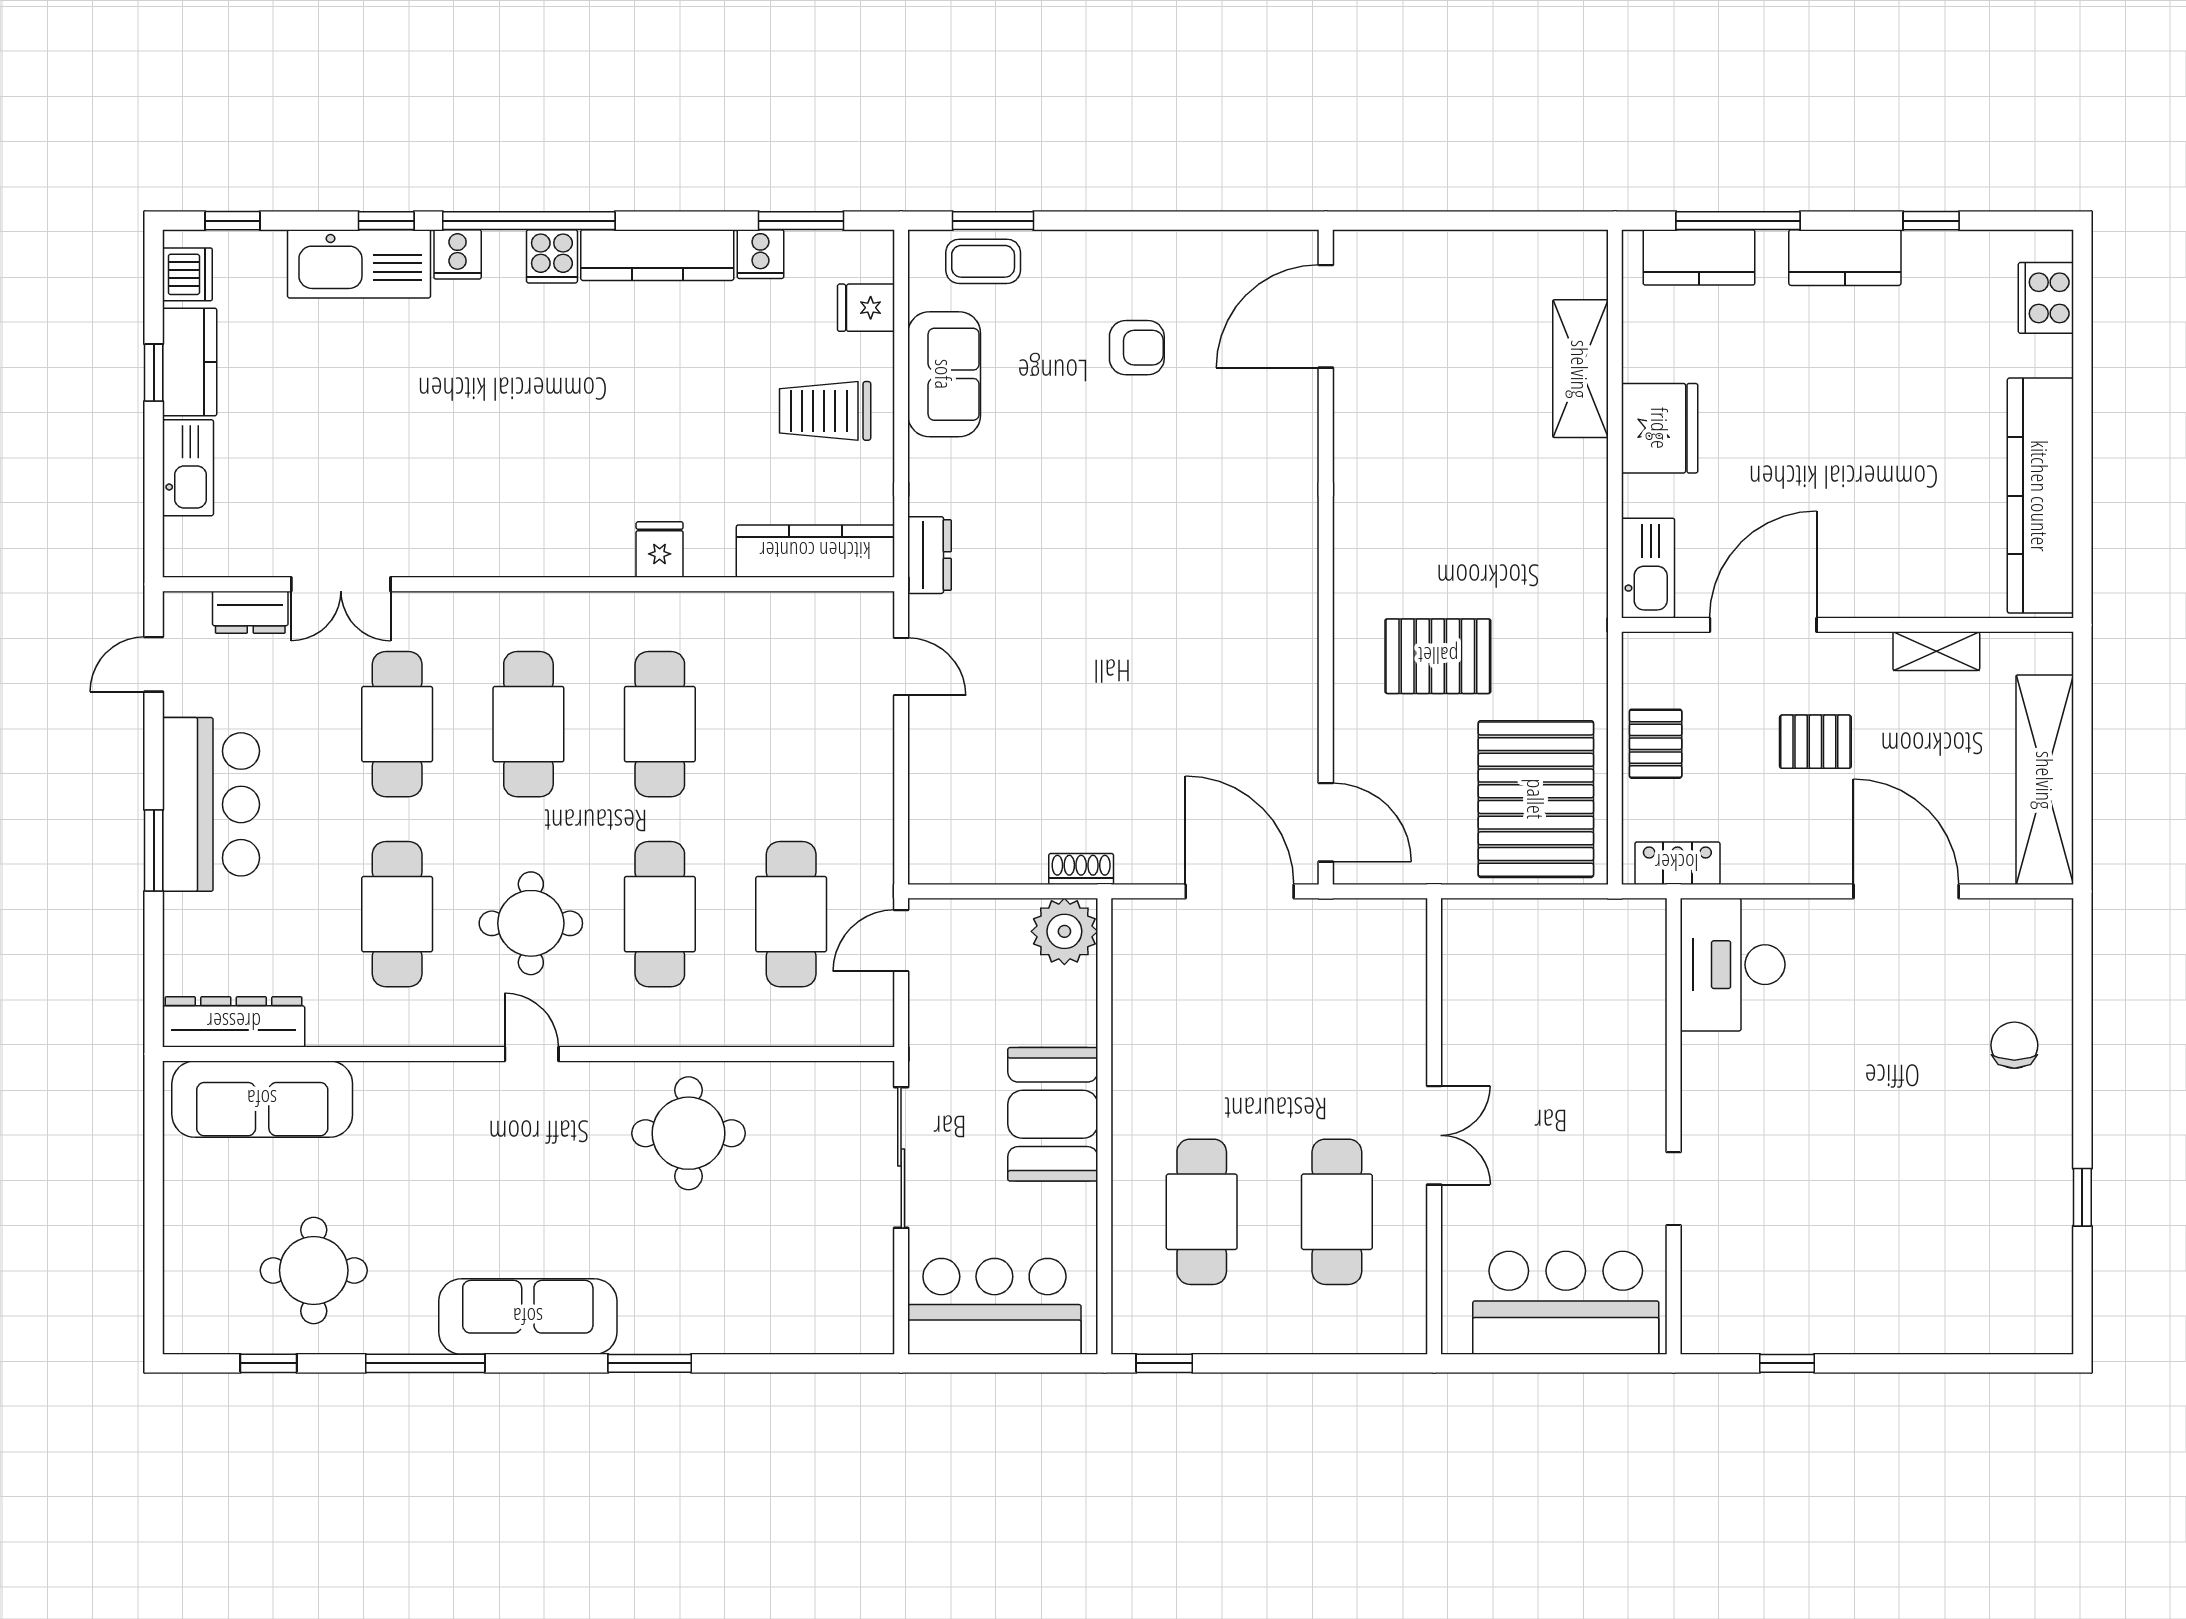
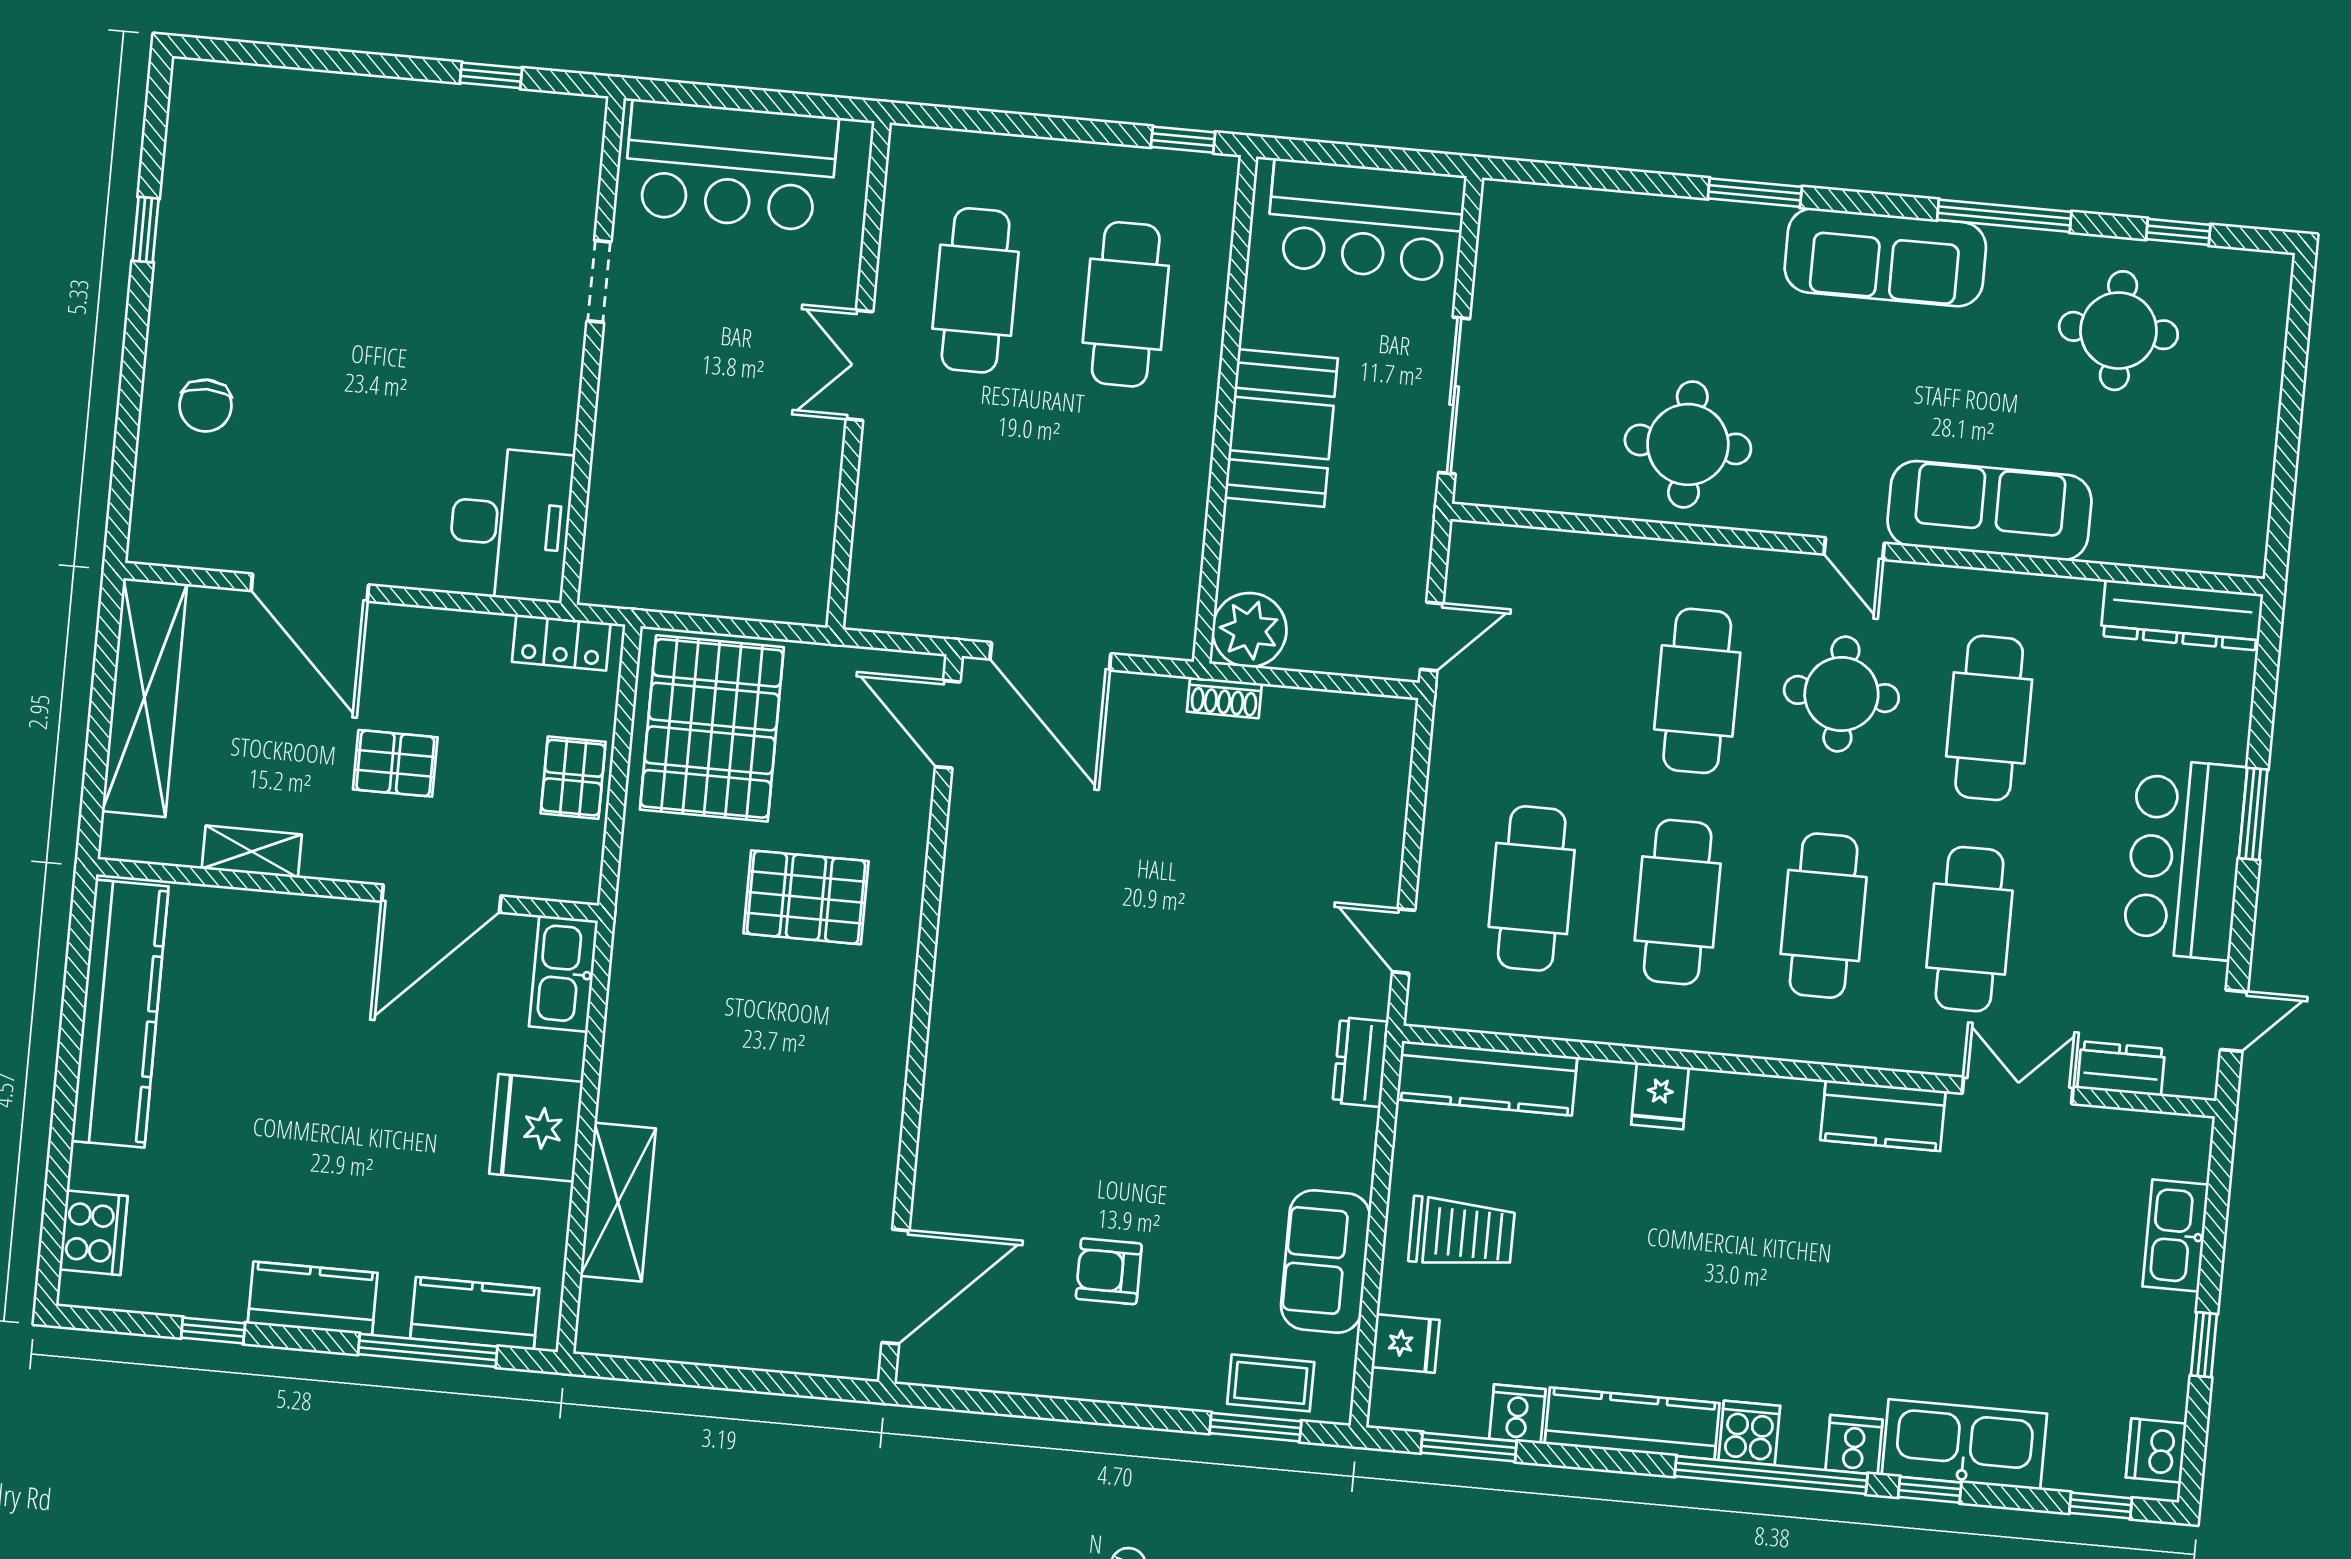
kitchen counter: (190, 362) -> (1883, 1116), moved, turned -90
cafe table: (791, 914) -> (1532, 888), moved
sofa: (262, 1099) -> (1989, 511), moved

